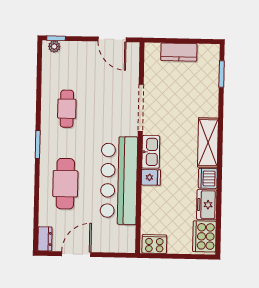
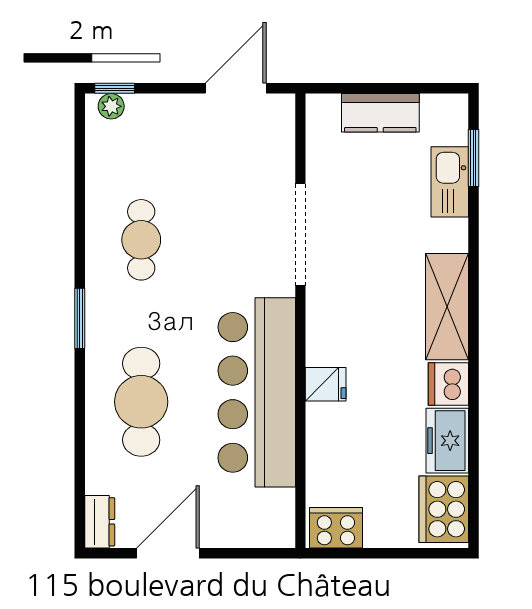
door: (112, 39) -> (236, 88), swing flipped
kitchen sink: (151, 152) -> (450, 182), moved, turned 180

